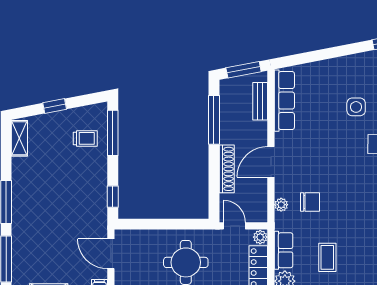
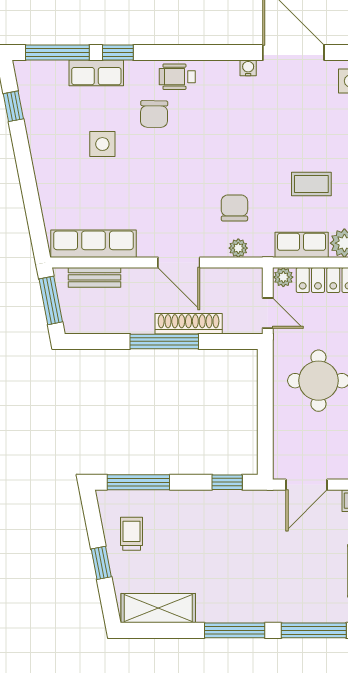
window: (214, 120) -> (164, 341), moved
shelving: (19, 138) -> (158, 608), width x1.50, depth x1.33
trolley: (85, 138) -> (132, 534), moved
door: (234, 226) -> (268, 313), swing flipped

